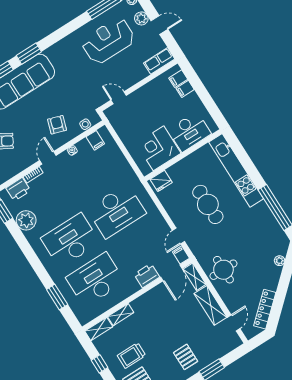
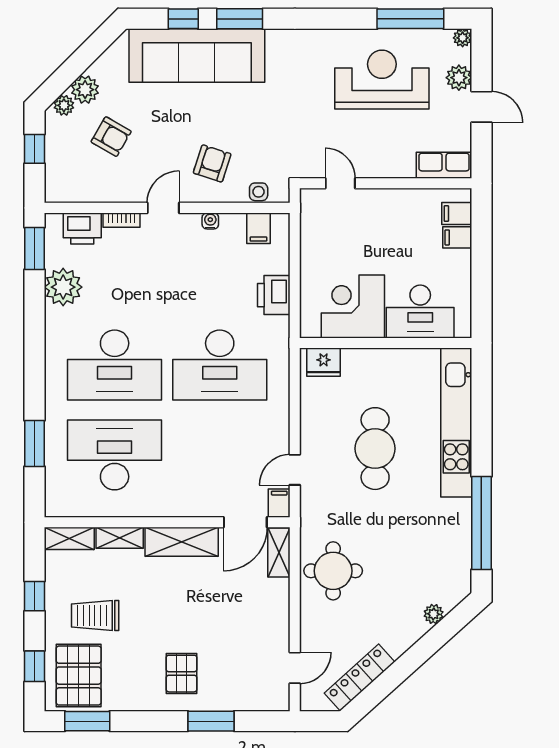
desk: (70, 240) -> (115, 365), turned 180
printer: (147, 276) -> (274, 295), moved, turned -90
shelving: (211, 305) -> (182, 542), moved, turned 90

